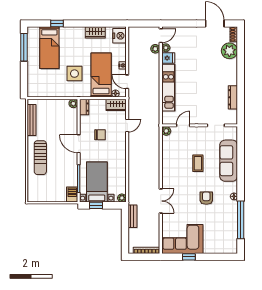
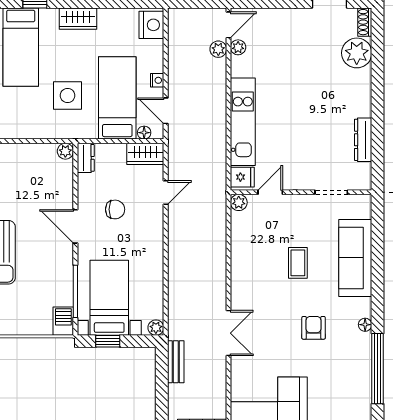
wardrobe: (95, 32) -> (78, 19), moved
fridge: (168, 58) -> (242, 177), moved

